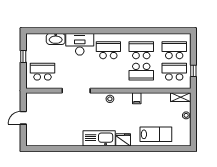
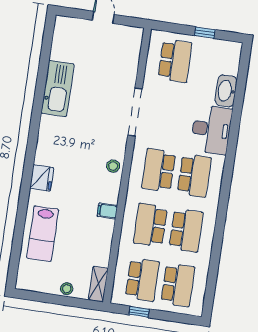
school desk: (108, 72) -> (159, 170), added
kitchen sink: (99, 138) -> (58, 89), moved

